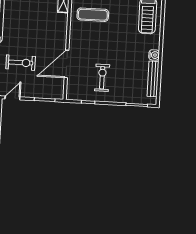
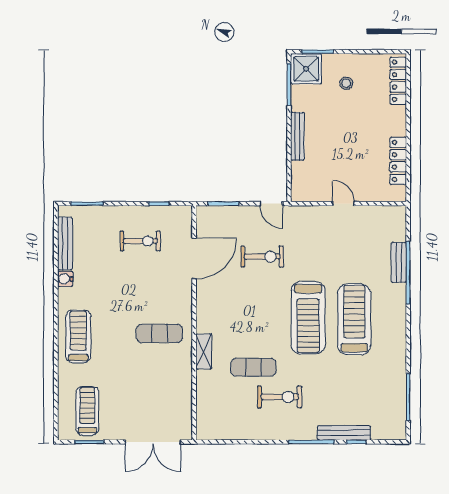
exercise bike: (21, 63) -> (262, 257), turned 180
exercise bike: (102, 78) -> (140, 241), turned -90
door: (12, 98) -> (271, 204), hinge flipped

